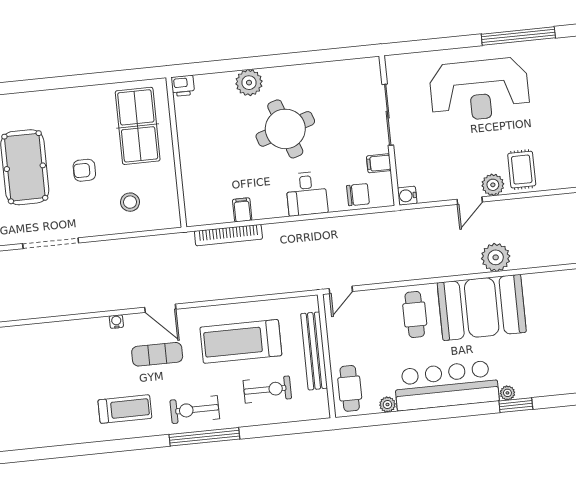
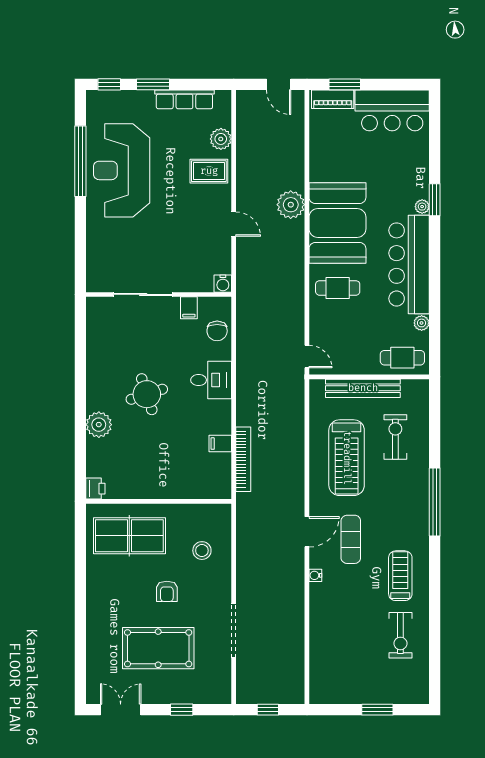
reception desk: (479, 90) -> (122, 170), moved, turned 180
round table: (285, 129) -> (147, 394), width x0.73, depth x0.73
plant: (493, 185) -> (221, 139), moved
chair: (358, 195) -> (217, 331), turned 180
exercise bike: (195, 410) -> (400, 635), moved

